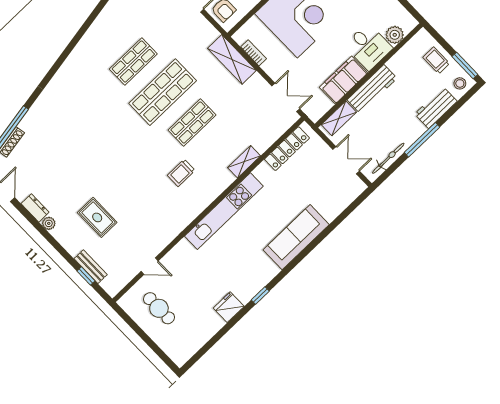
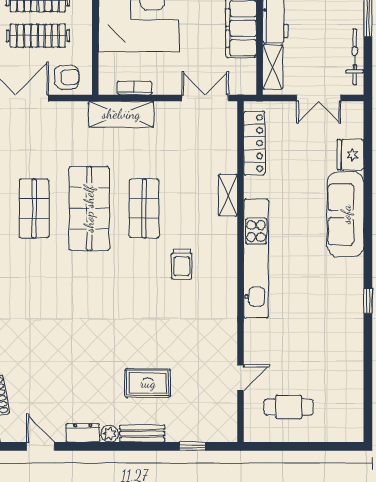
double door: (346, 160) -> (319, 98), swing flipped
bench: (91, 267) -> (142, 434), moved
fridge: (229, 307) -> (350, 155), moved

